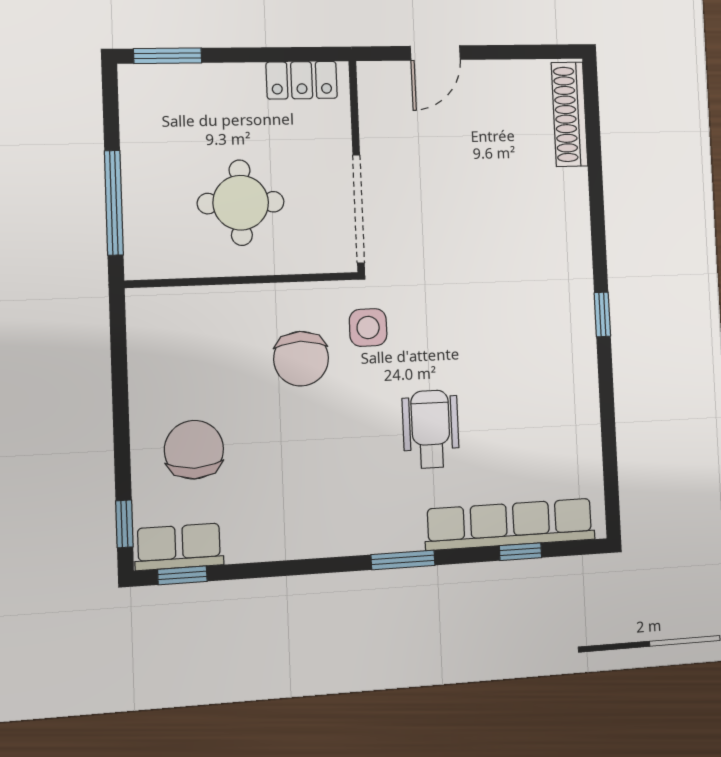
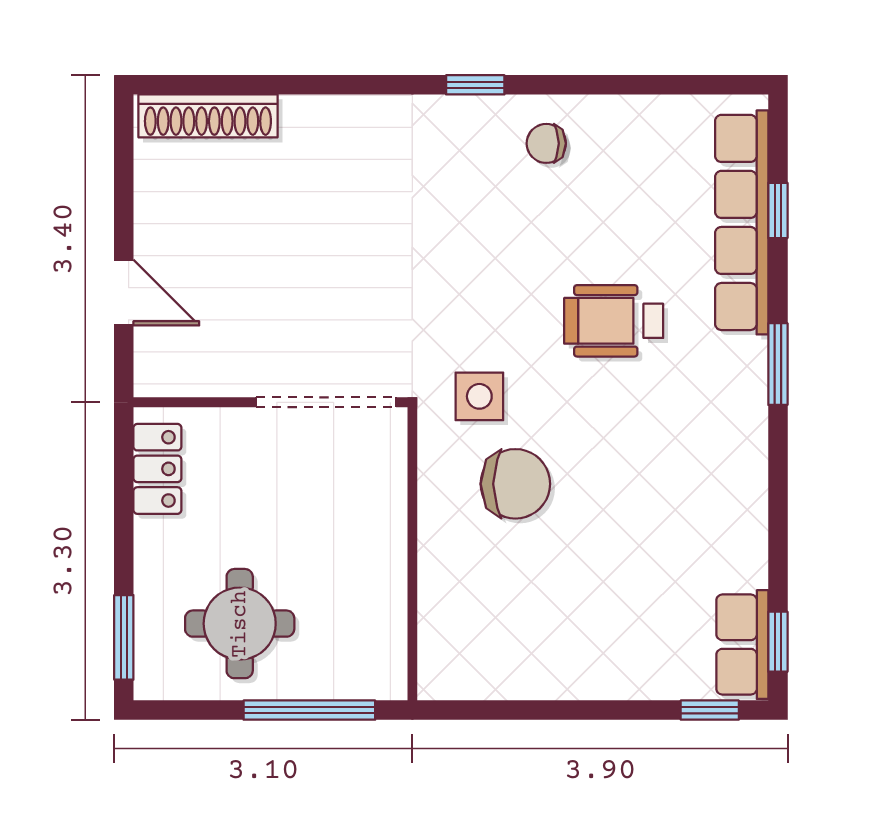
round table: (241, 203) -> (240, 624), moved
chair: (194, 450) -> (546, 143), moved, width x0.54, depth x0.54

